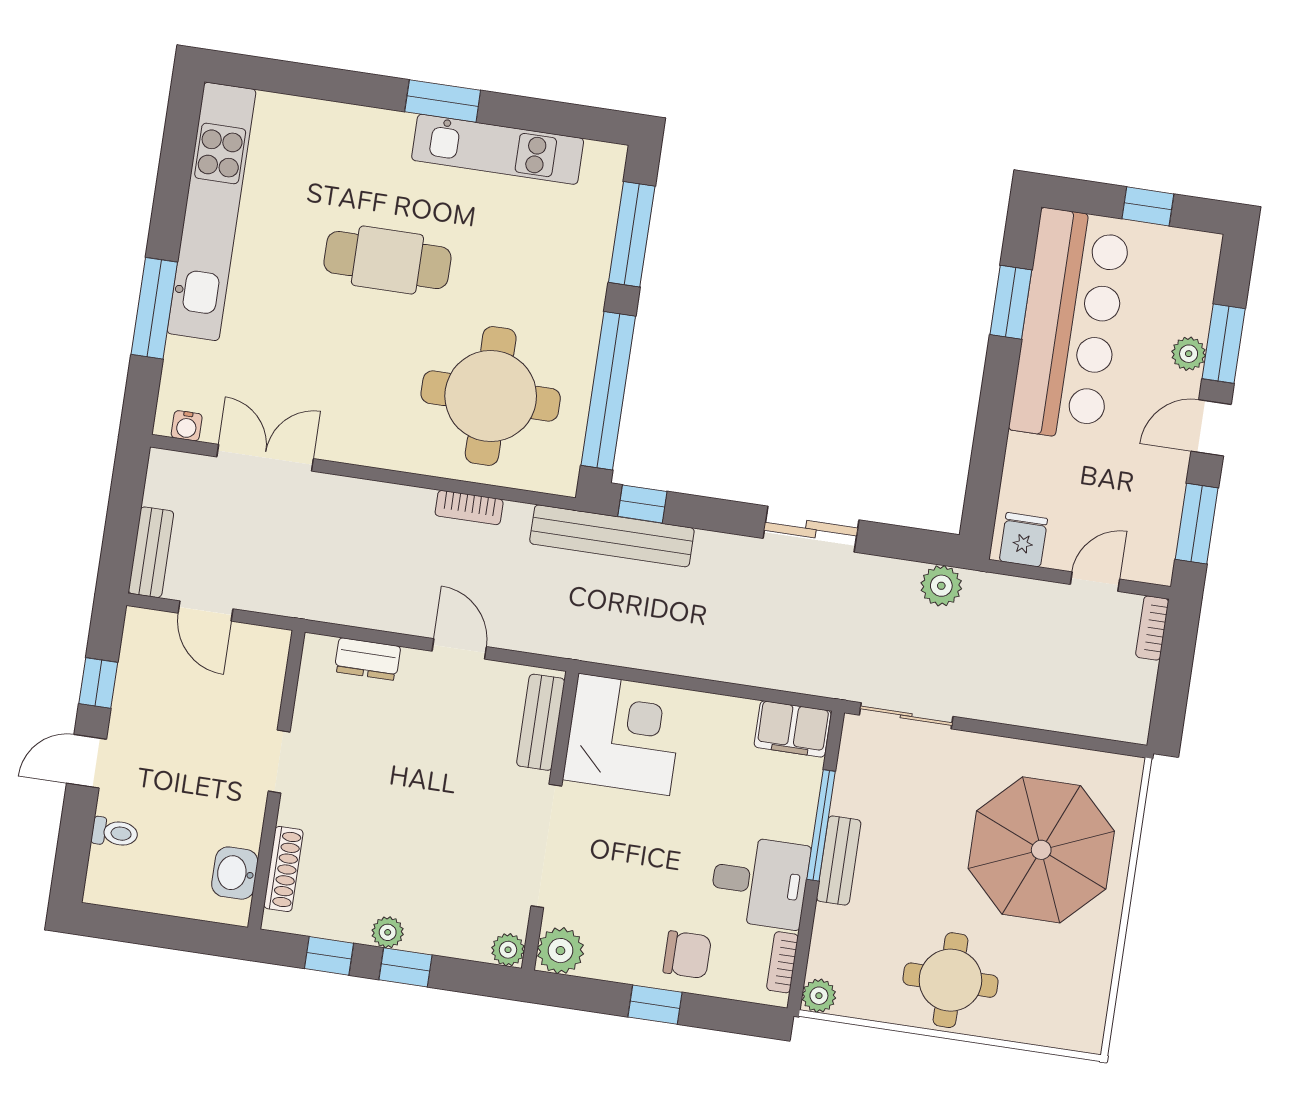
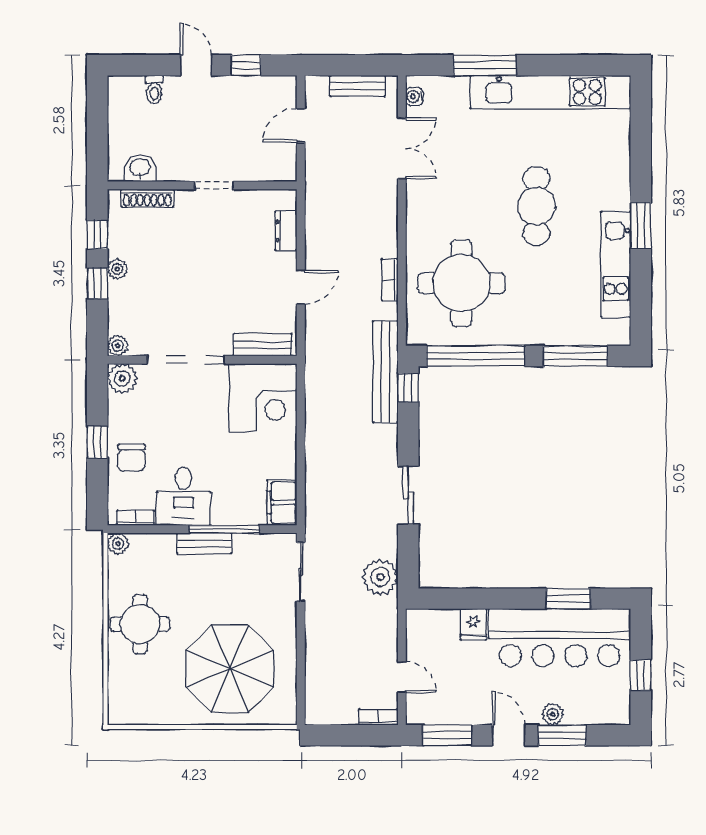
fridge: (1023, 540) -> (473, 624), moved, turned 90
bench: (151, 552) -> (357, 86), moved
plant: (941, 586) -> (380, 577), width x1.36, depth x1.36

